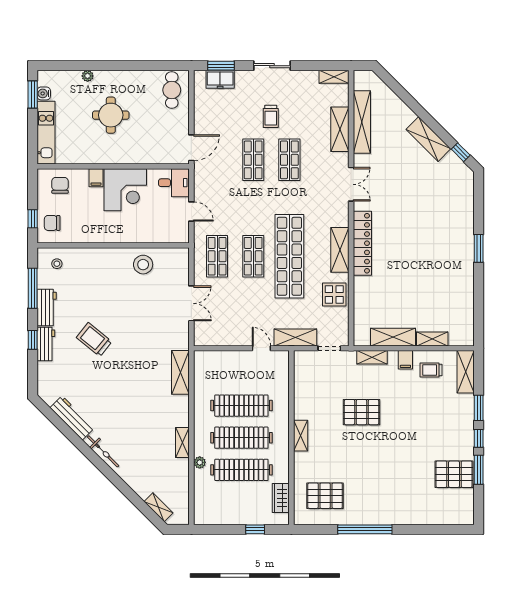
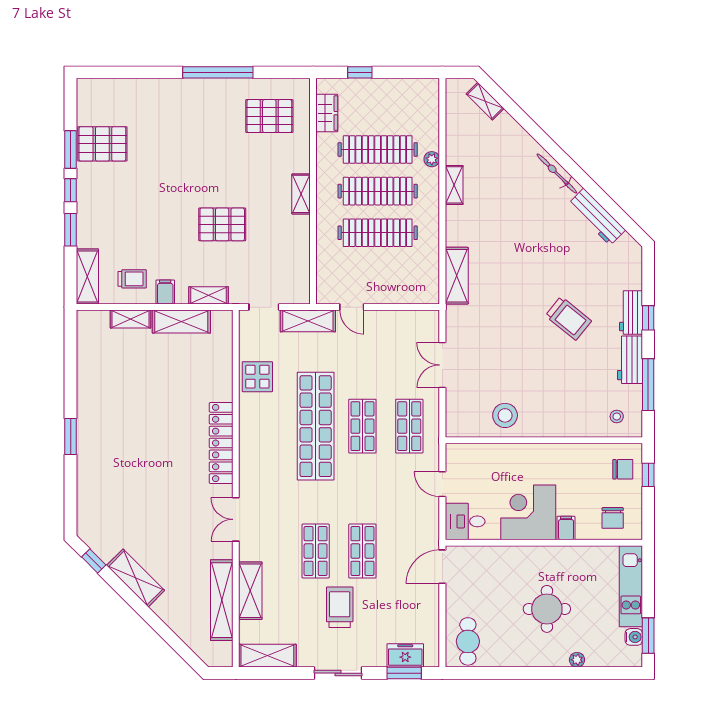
shelving: (334, 77) -> (267, 656), width x1.50, depth x1.33
trolley: (271, 116) -> (340, 607), width x1.36, depth x1.39
shelving: (340, 250) -> (250, 435), removed

